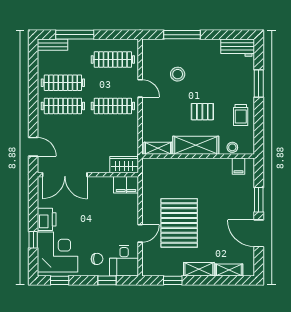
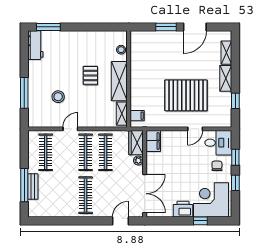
bench: (52, 45) -> (33, 187), moved
clothes rail: (63, 83) -> (105, 152), moved
window: (259, 83) -> (48, 27), moved
trolley: (241, 115) -> (93, 42), removed
filing cabinet: (238, 166) -> (137, 116), moved
plant: (103, 167) -> (138, 161), added
door: (140, 233) -> (195, 129), swing flipped
window: (60, 280) -> (235, 183), moved

